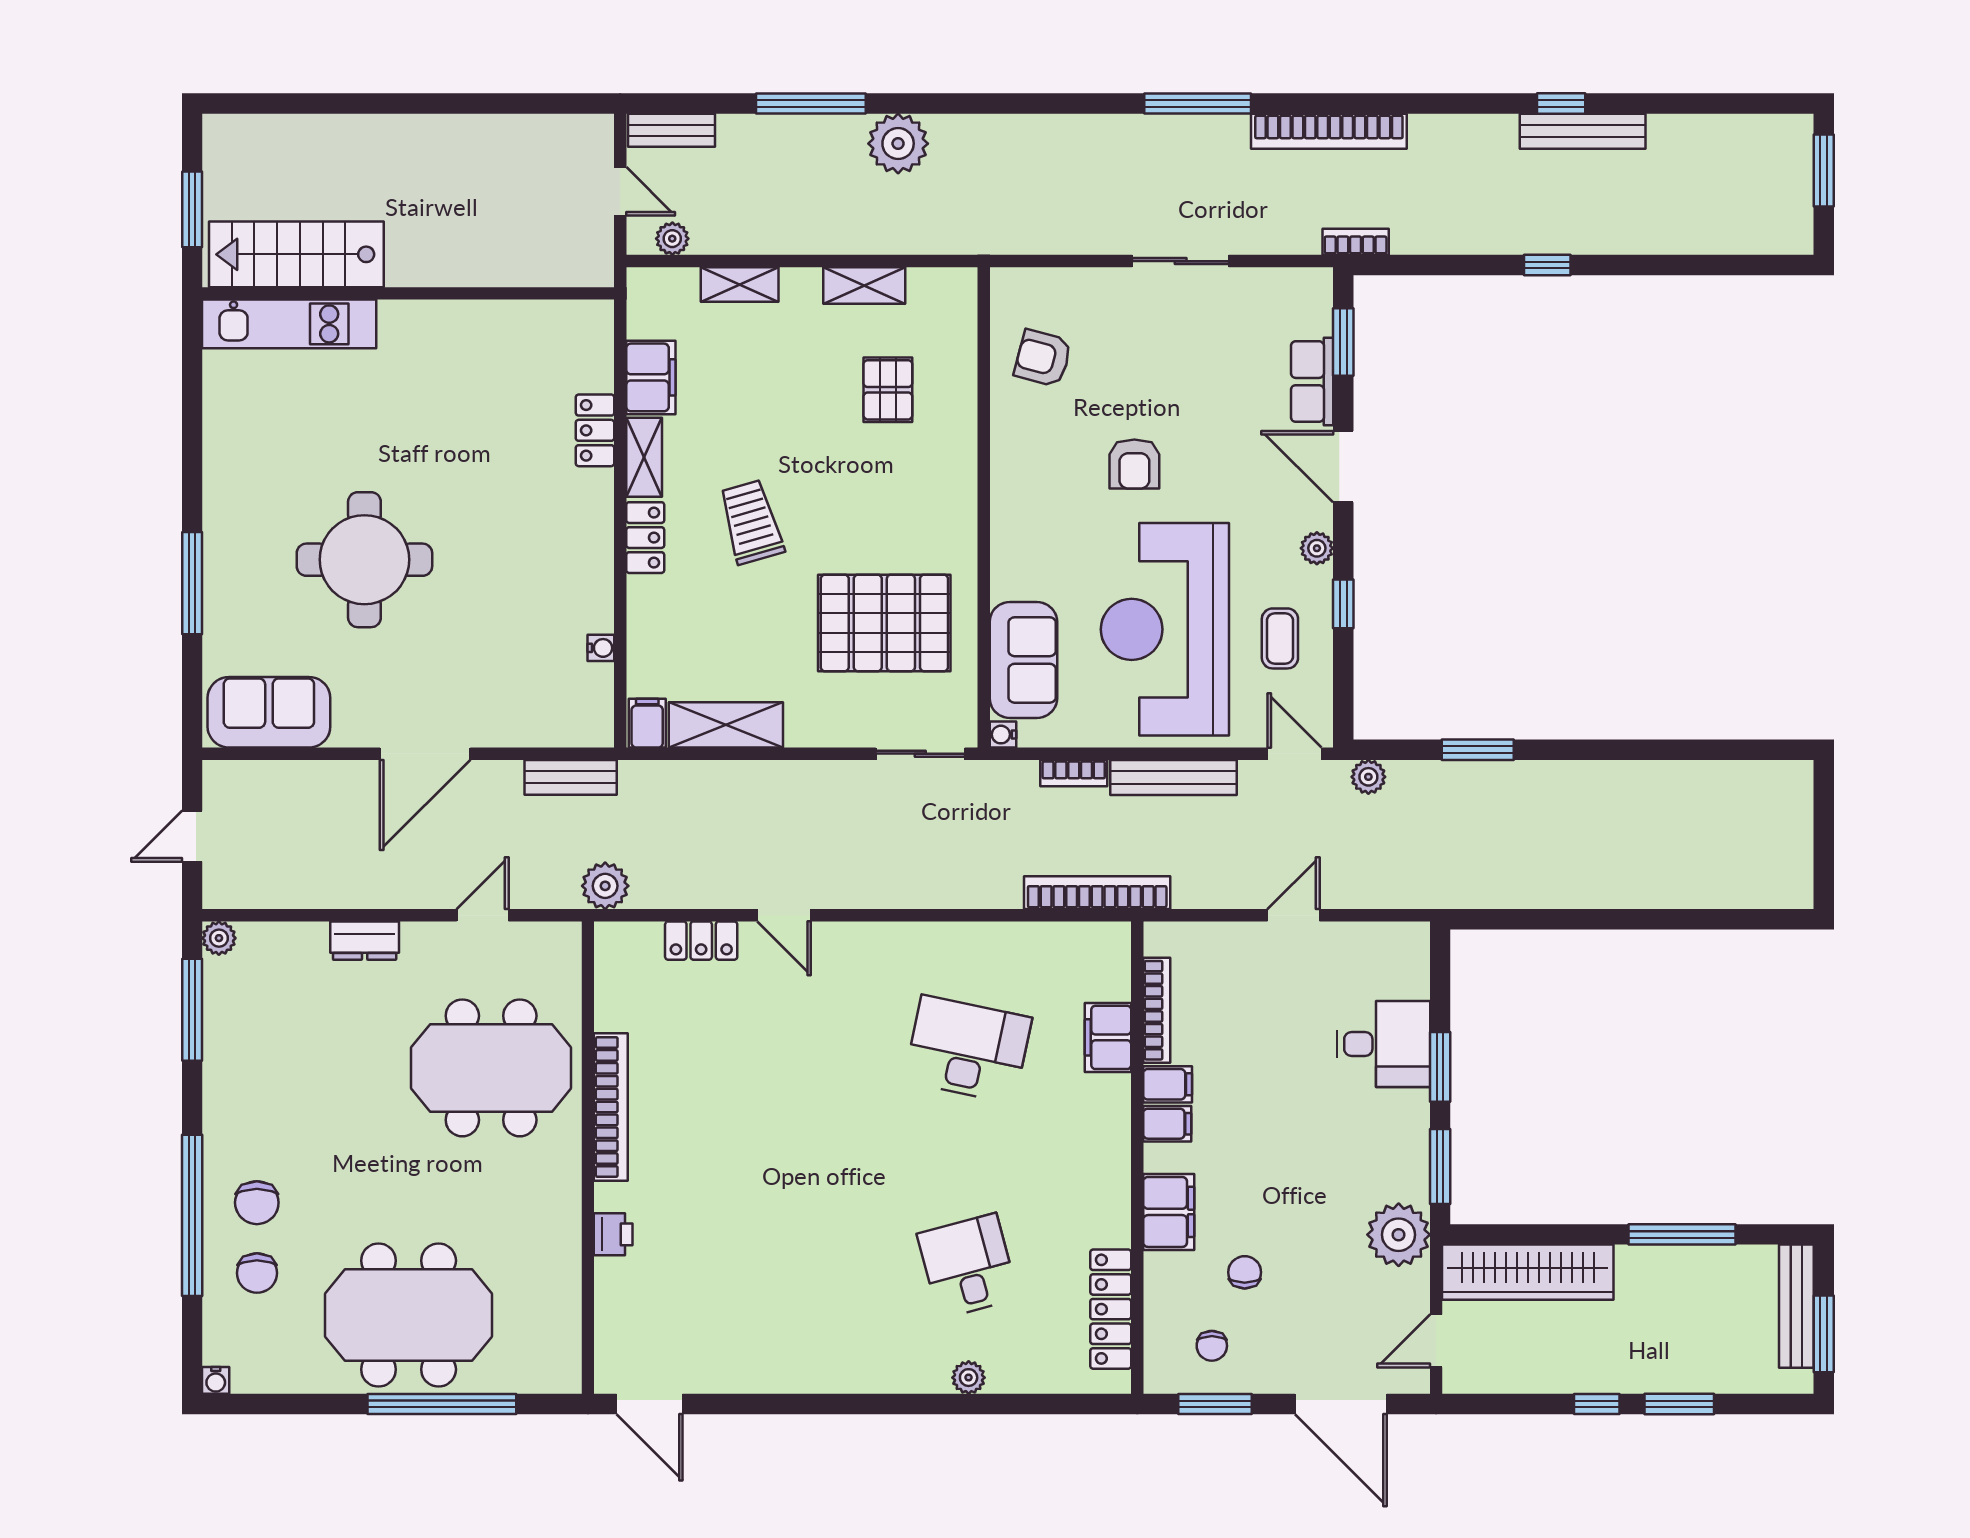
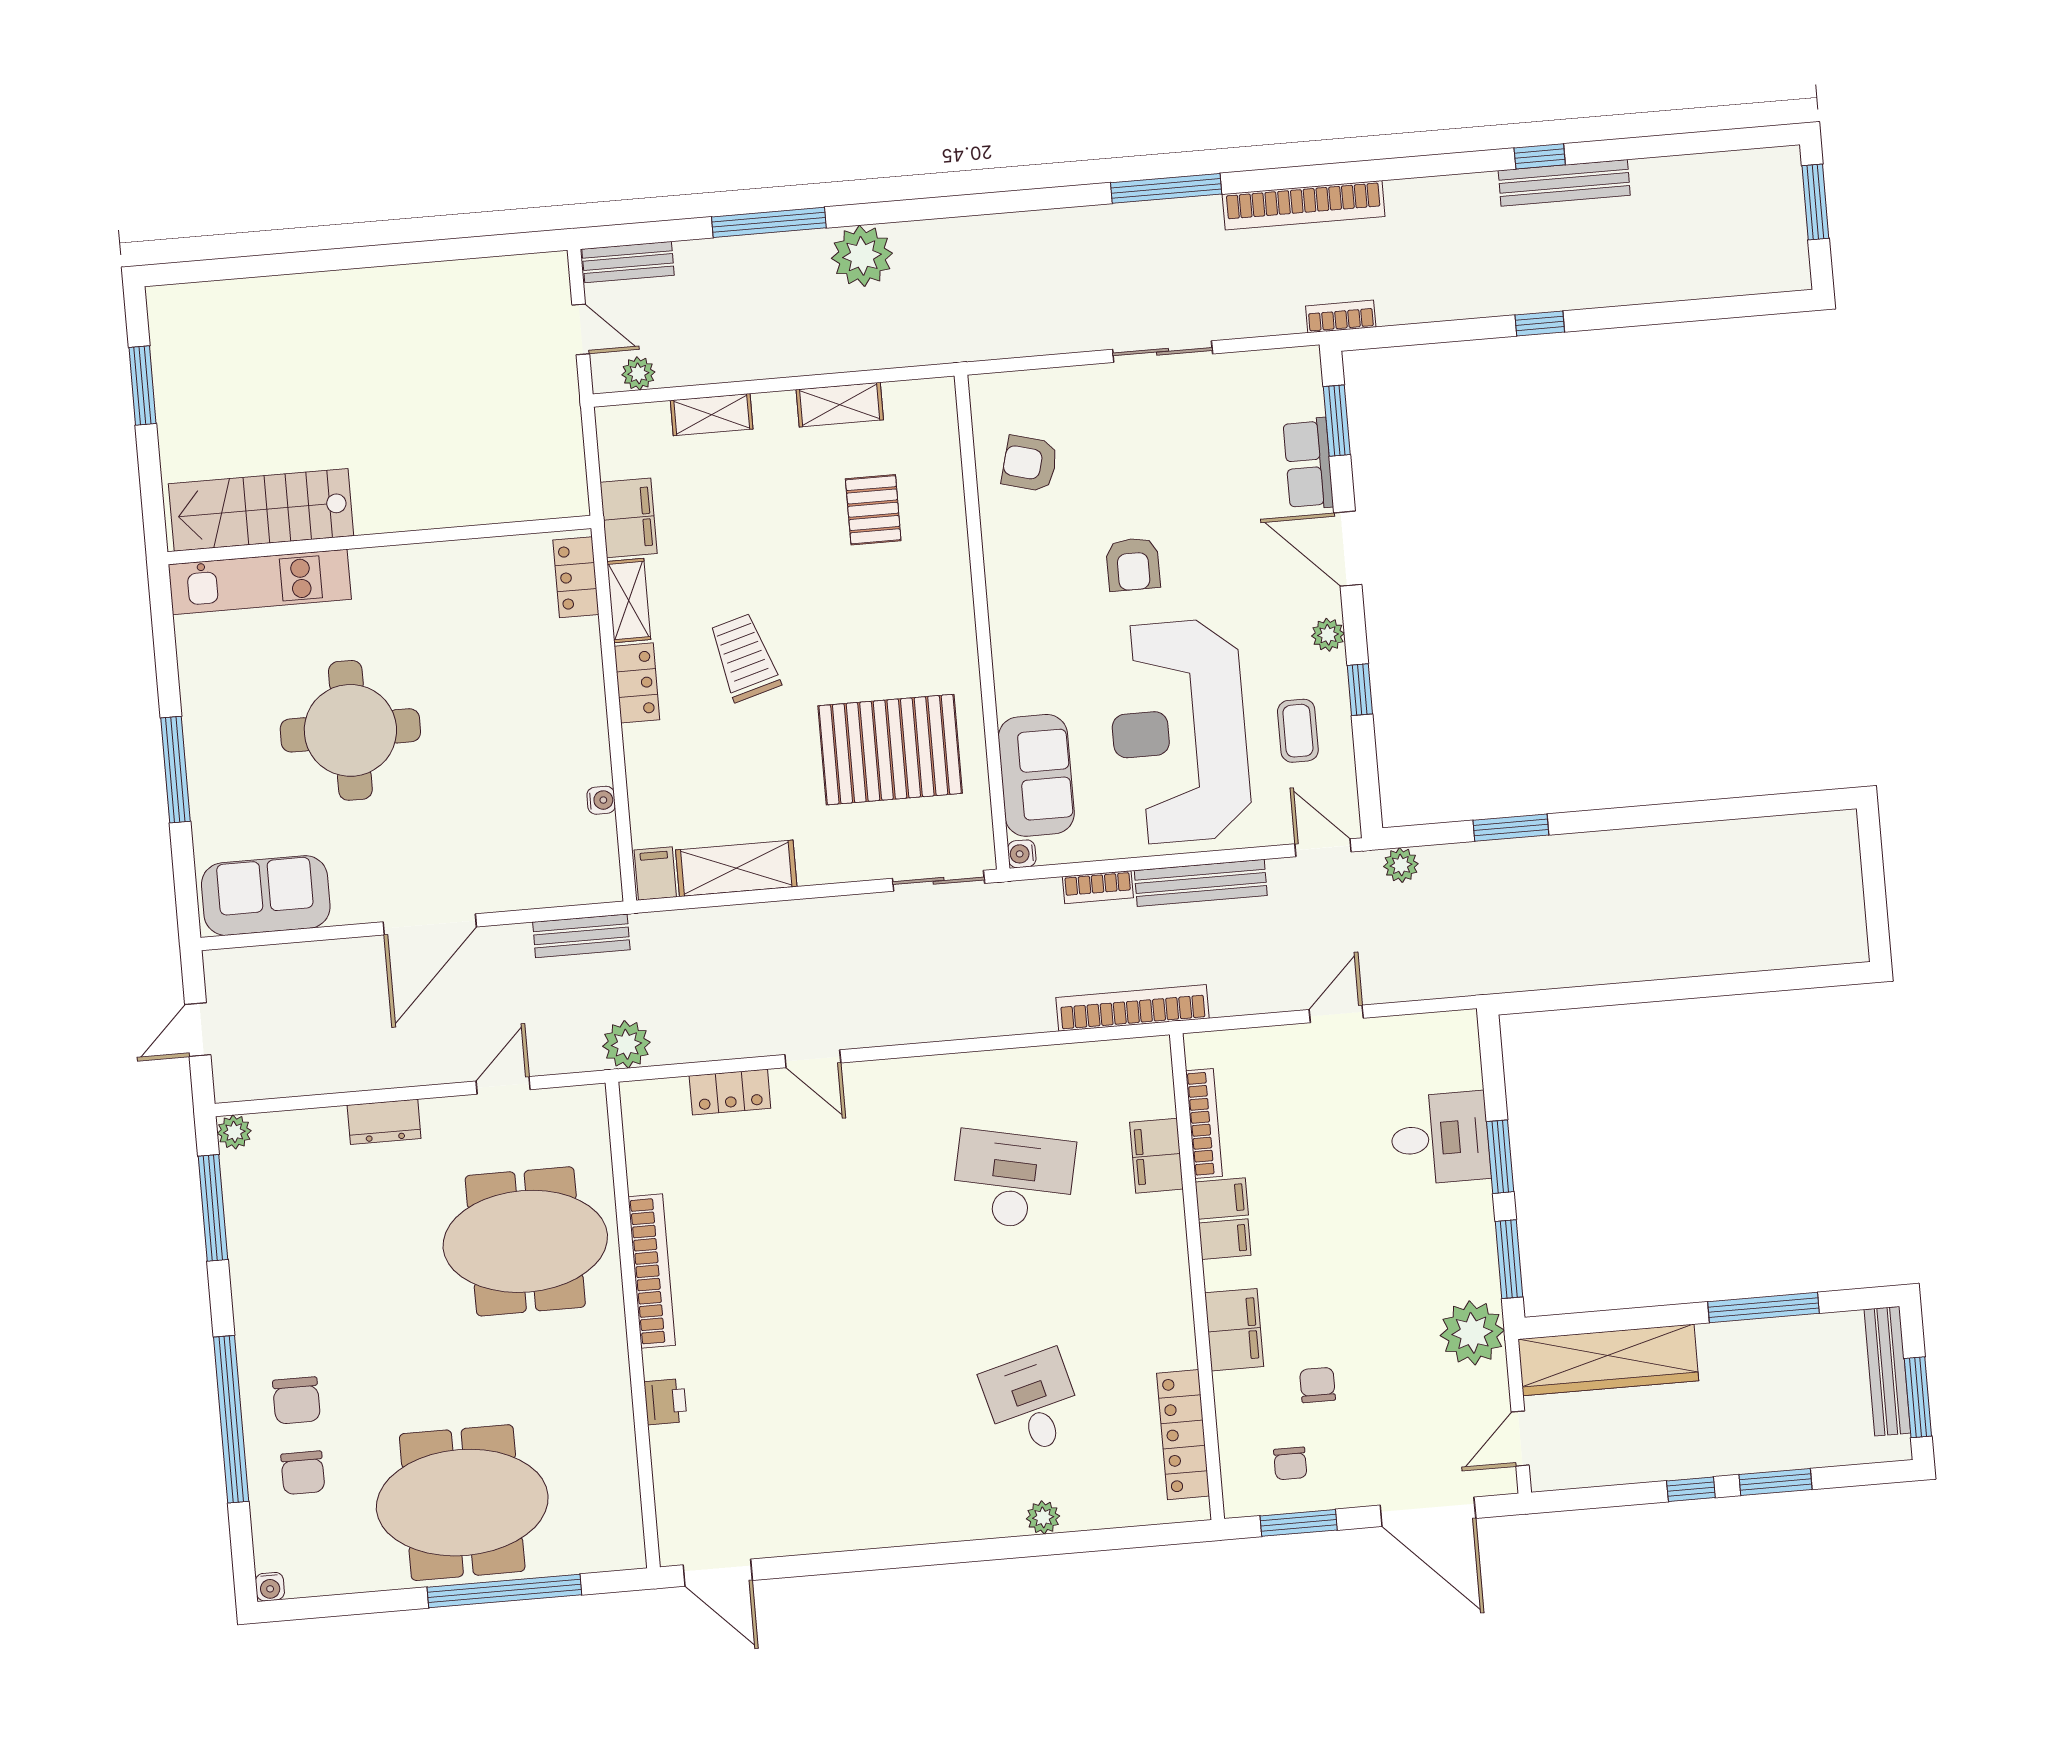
stairs: (296, 254) -> (261, 510), moved
wall: (408, 293) -> (379, 540), moved
kitchen unit: (289, 324) -> (260, 582), moved

